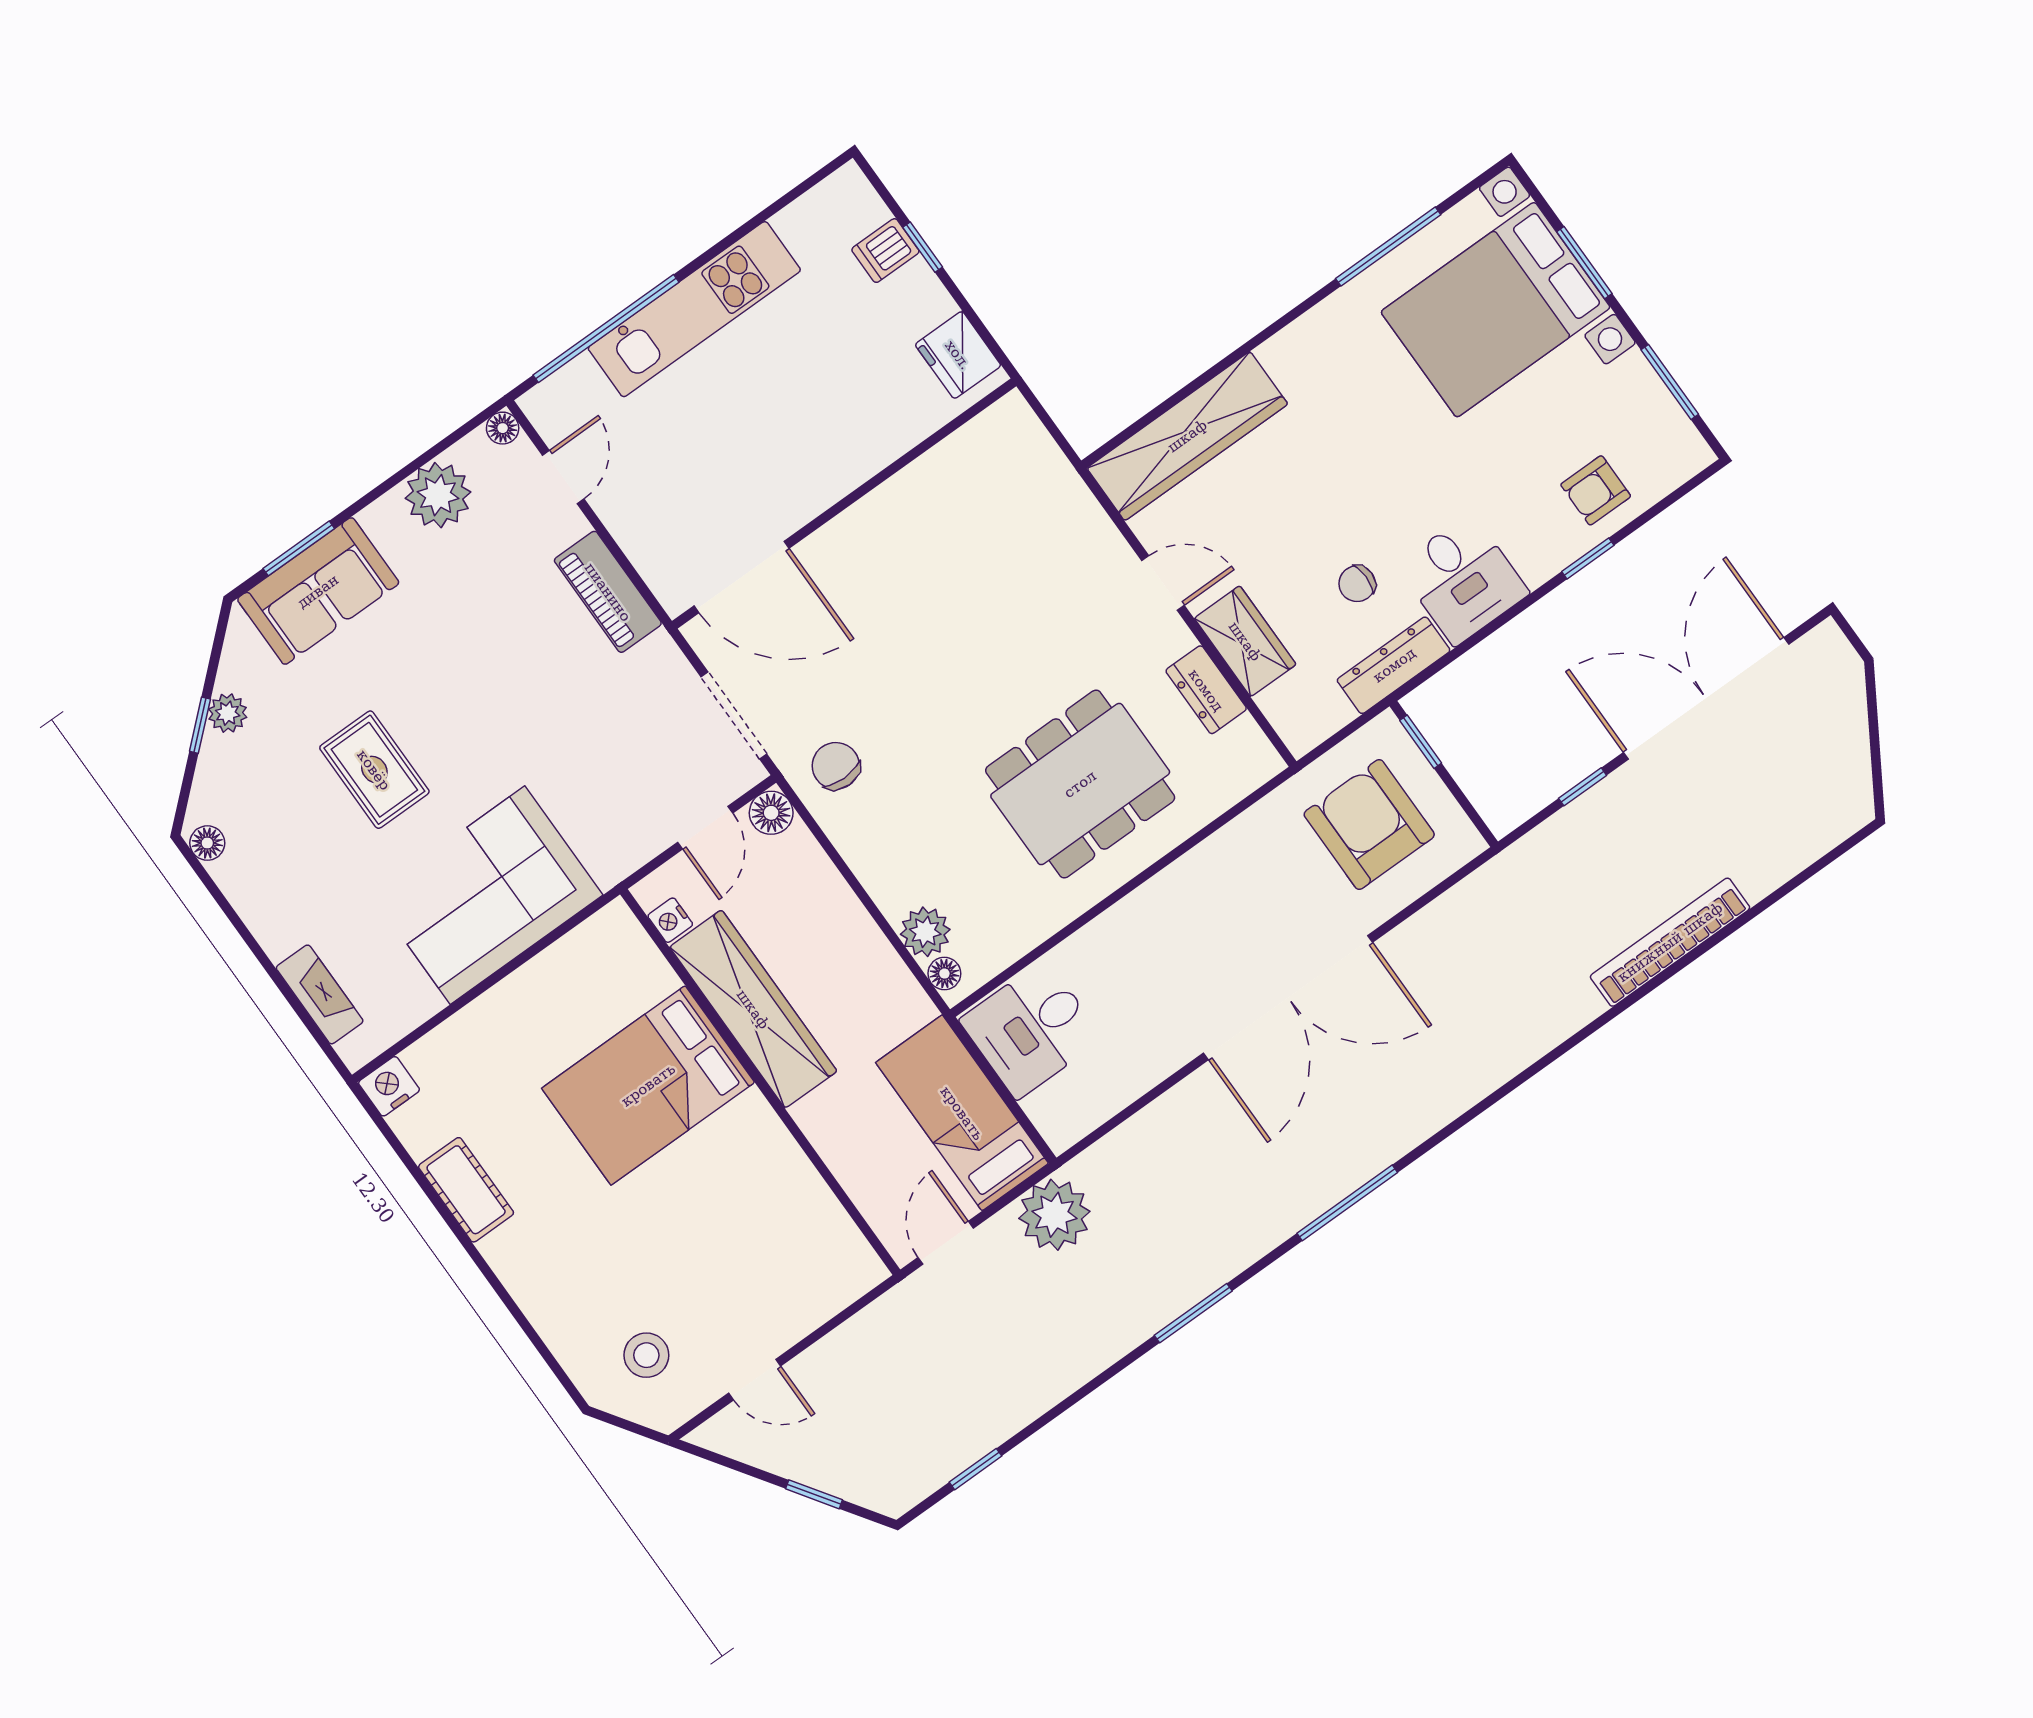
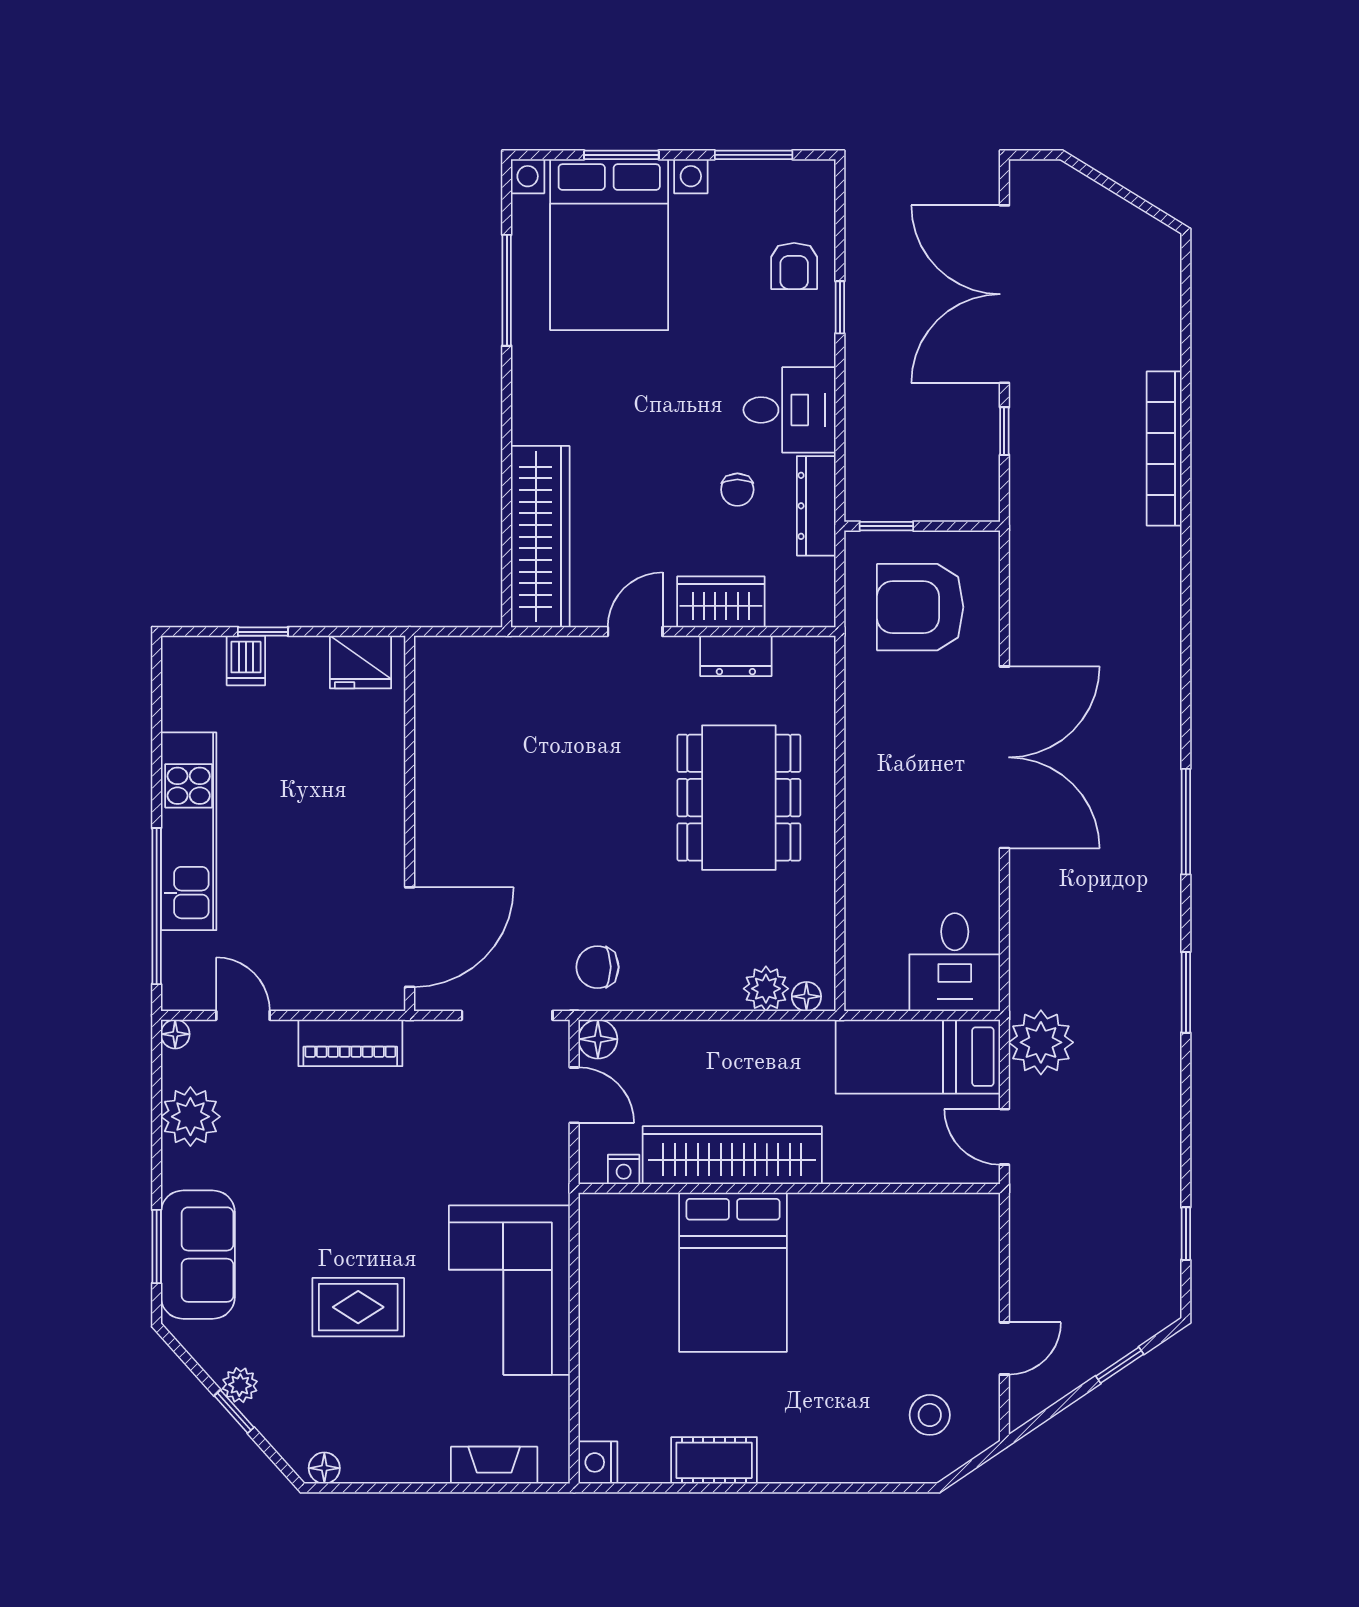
desk: (1031, 1029) -> (955, 962), moved

